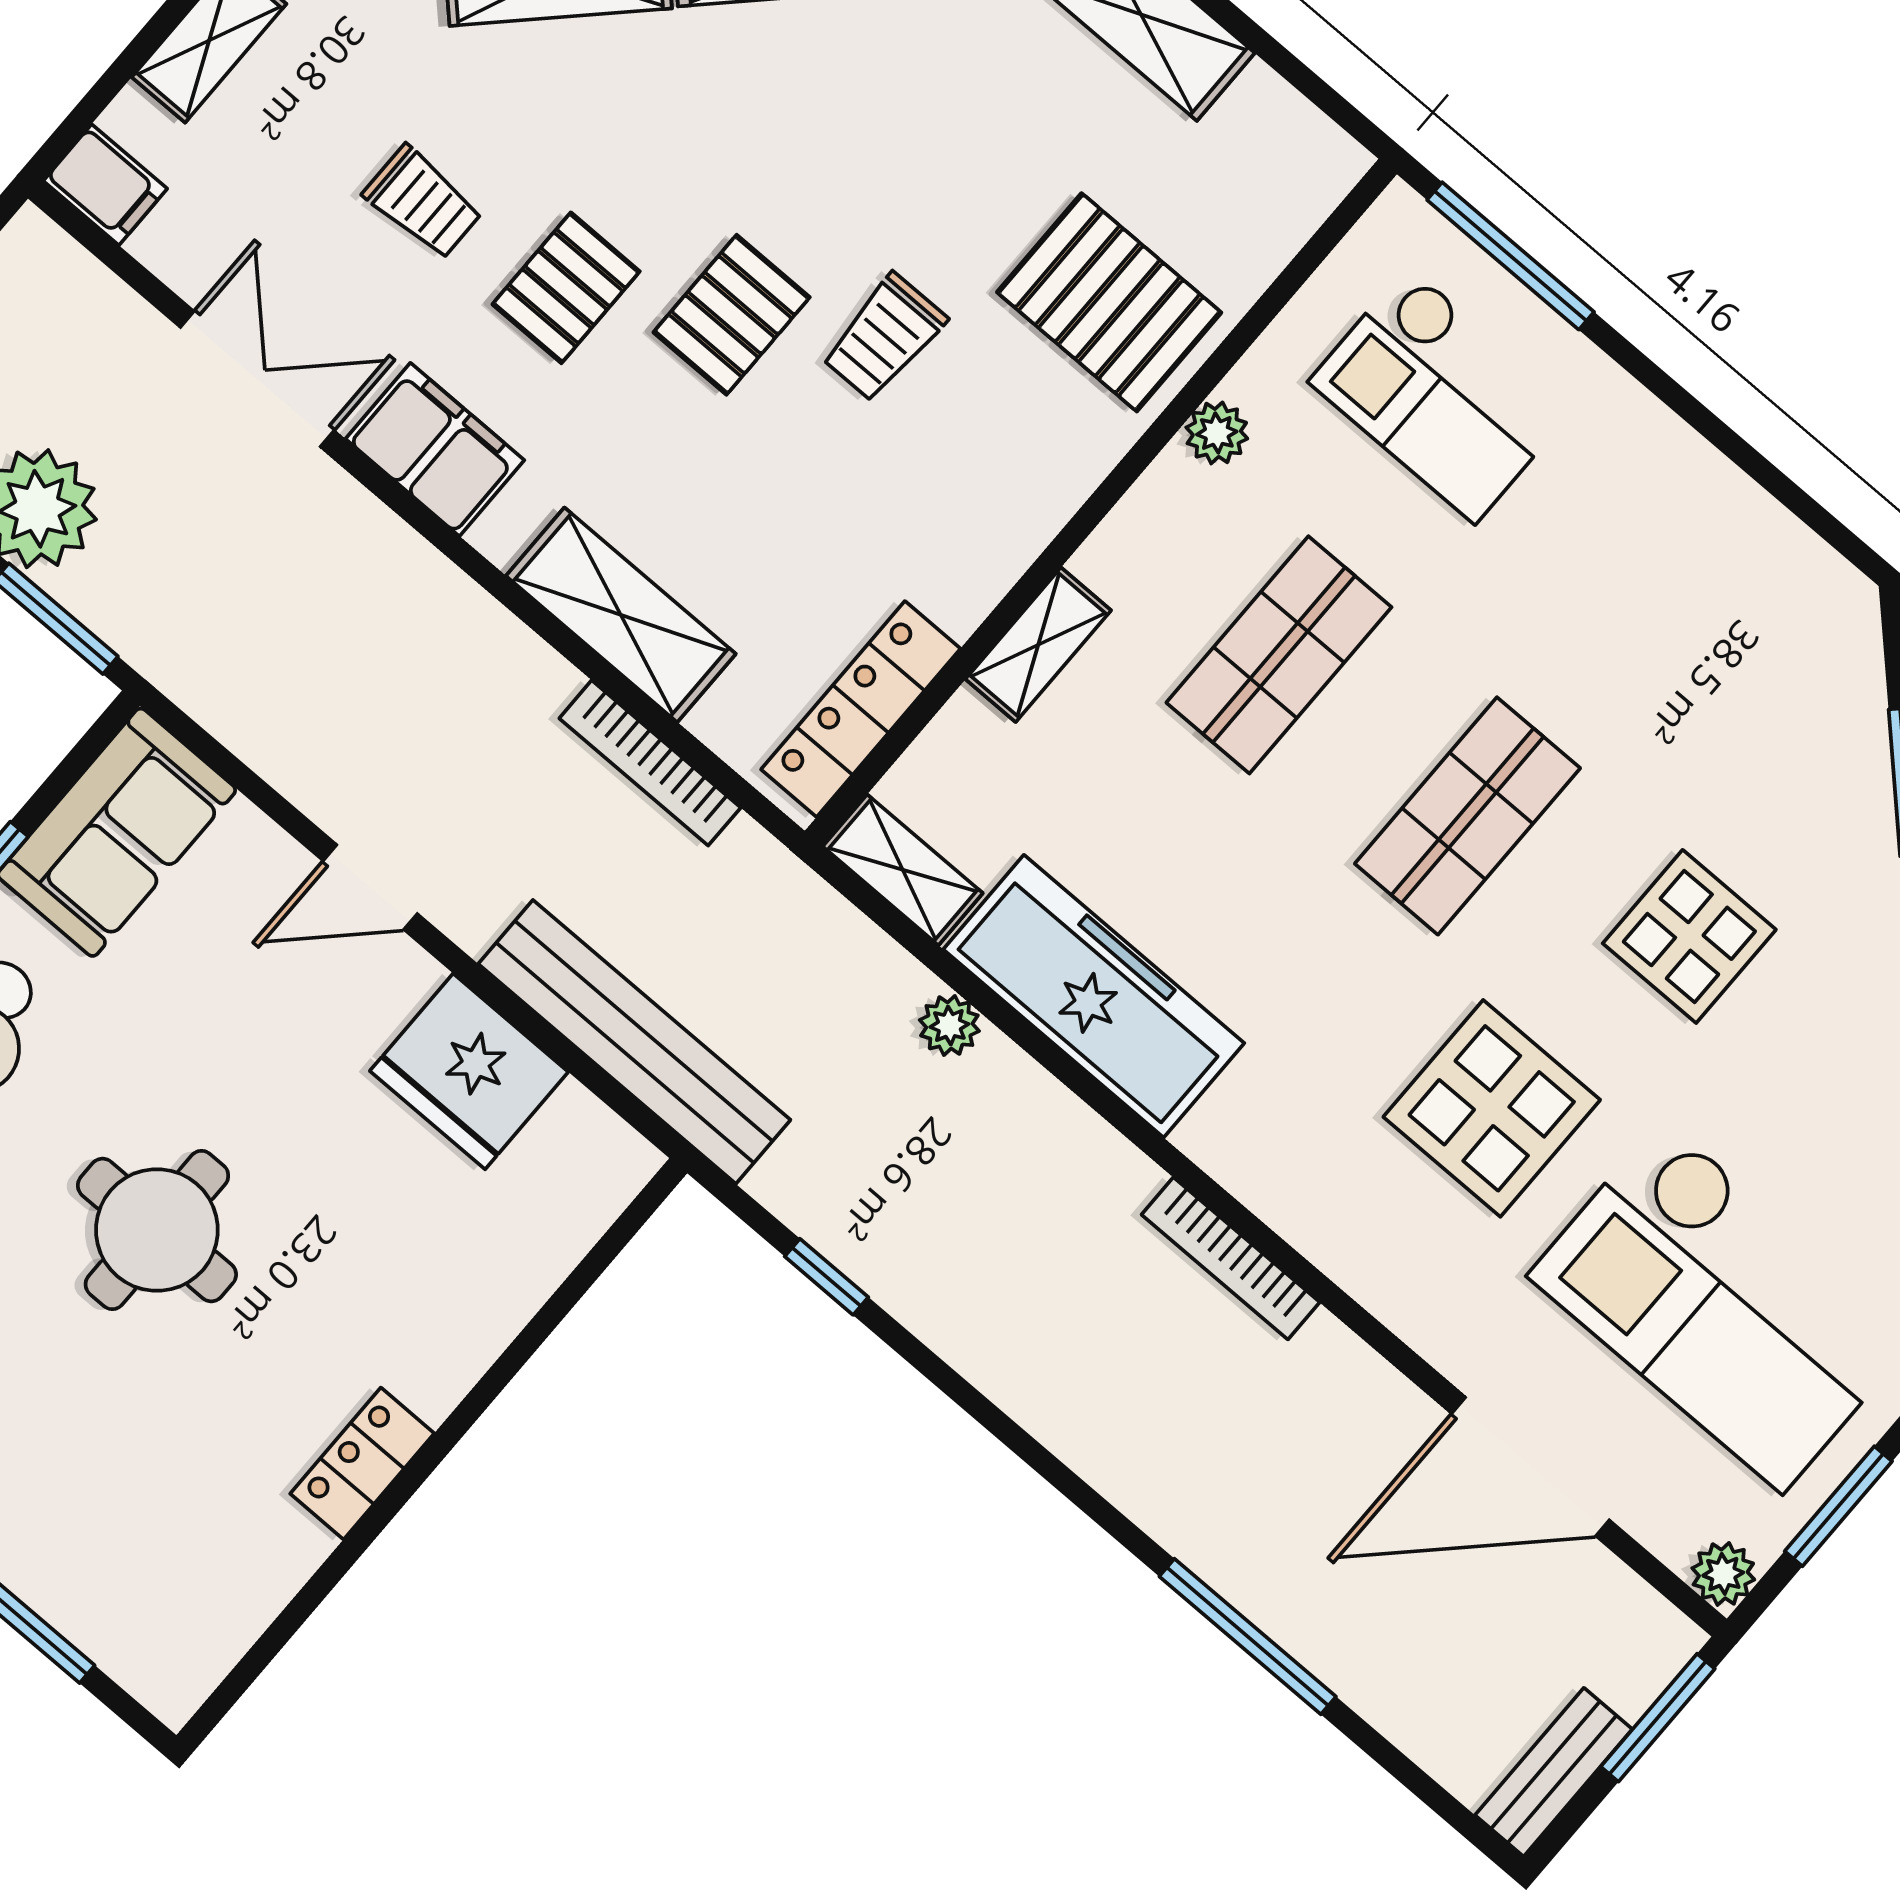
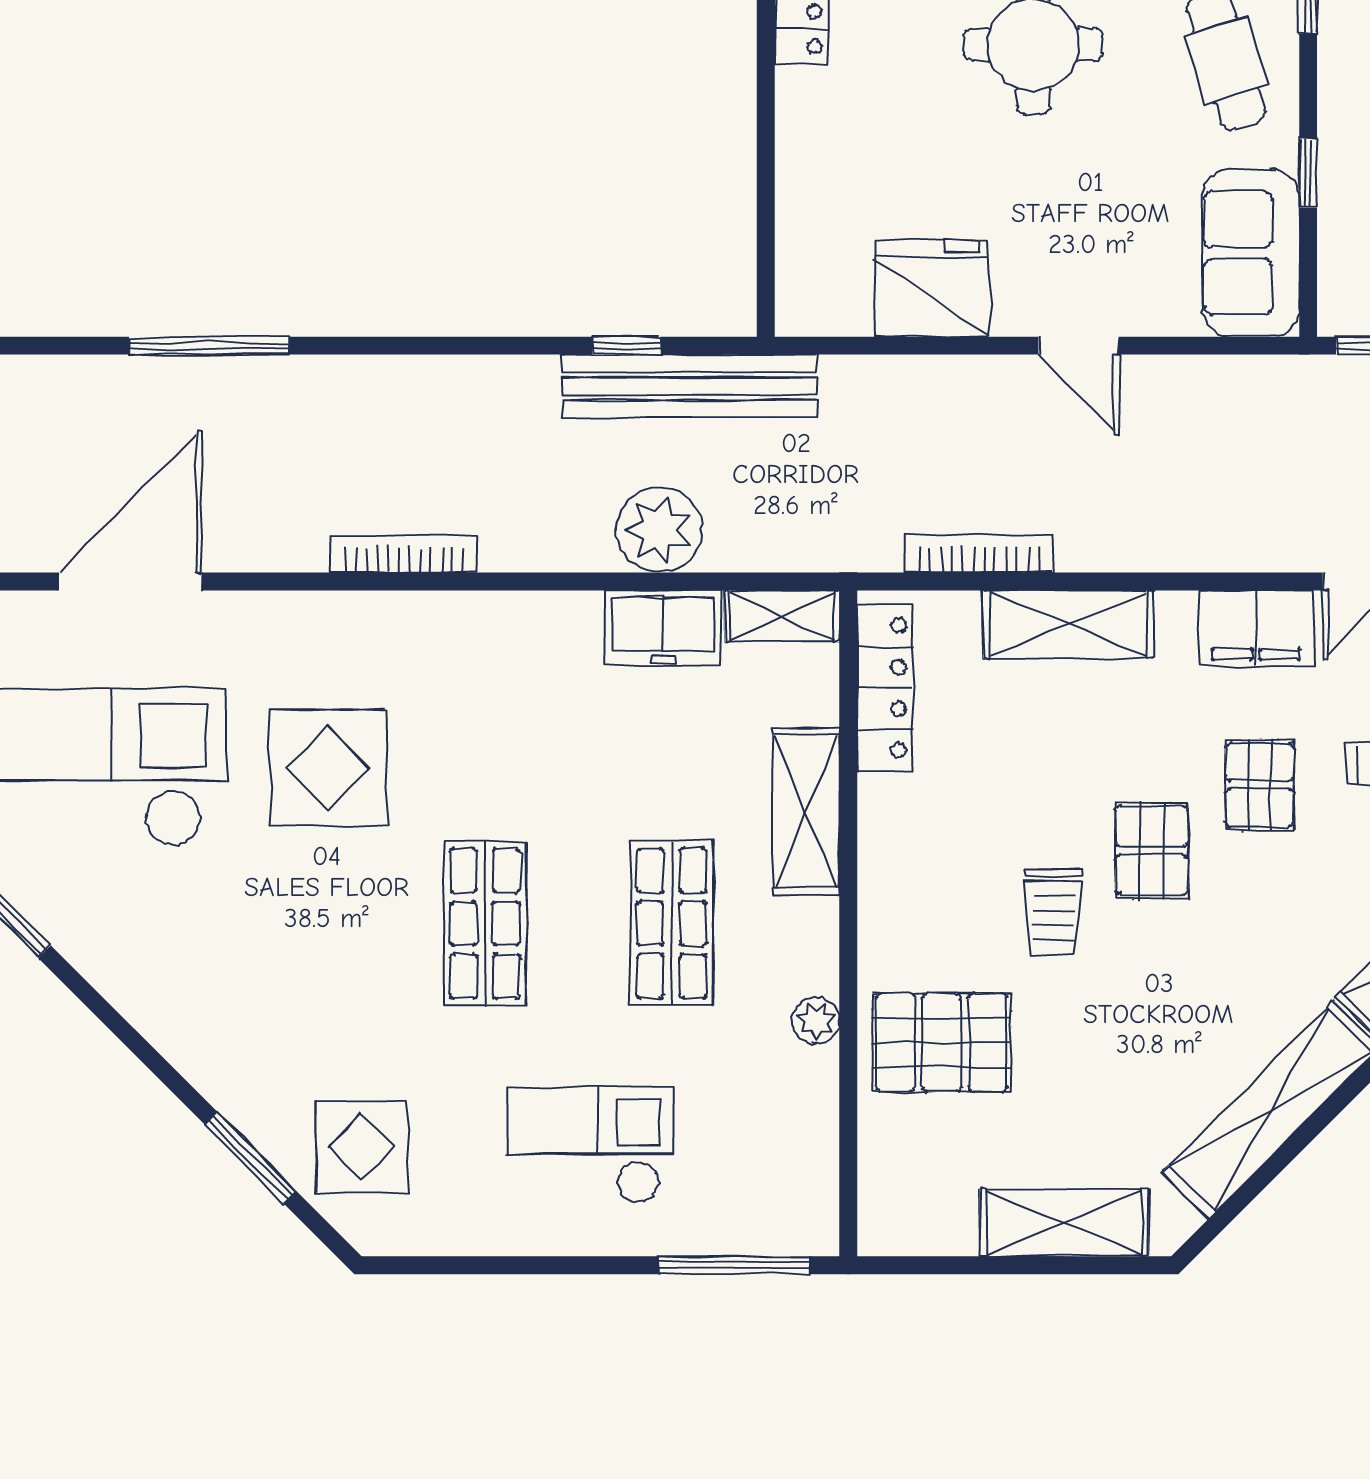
trolley: (884, 338) -> (1053, 912), turned 180
checkout: (1441, 395) -> (590, 1145), moved
shelving: (1038, 645) -> (806, 811), width x1.50, depth x1.33
door: (370, 887) -> (1079, 346), swing flipped
display table: (1689, 936) -> (362, 1147), moved
freezer: (1094, 996) -> (663, 627), width x0.52, depth x0.79
plant: (949, 1025) -> (659, 530), width x1.87, depth x1.87
bench: (634, 1042) -> (690, 386), moved

